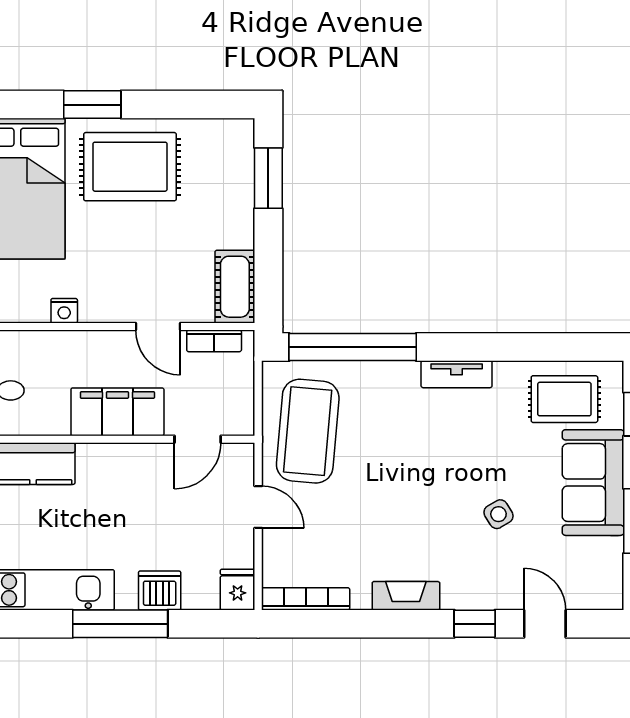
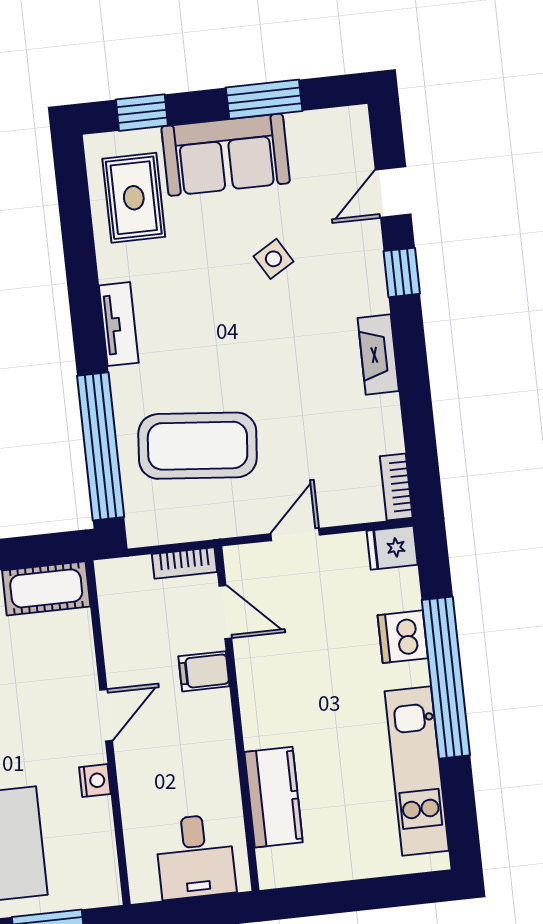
door: (158, 327) -> (106, 715), moved
bookcase: (214, 341) -> (184, 563), moved, turned 90
filing cabinet: (117, 412) -> (204, 671), width x0.33, depth x0.86
coffee table: (308, 431) -> (198, 446), moved
bookcase: (306, 599) -> (396, 487), width x0.64
window: (120, 624) -> (446, 678), width x1.46

